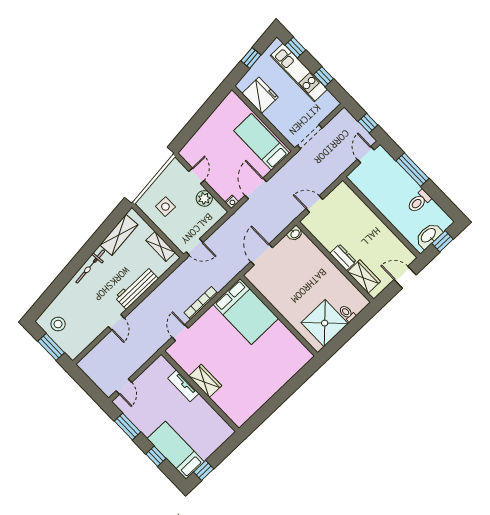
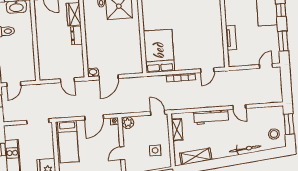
plant: (204, 198) -> (128, 123), moved
door: (262, 255) -> (109, 77), moved
bicycle: (90, 267) -> (245, 149), moved
door: (116, 322) -> (239, 107), swing flipped
wardrobe: (205, 381) -> (216, 30), removed

